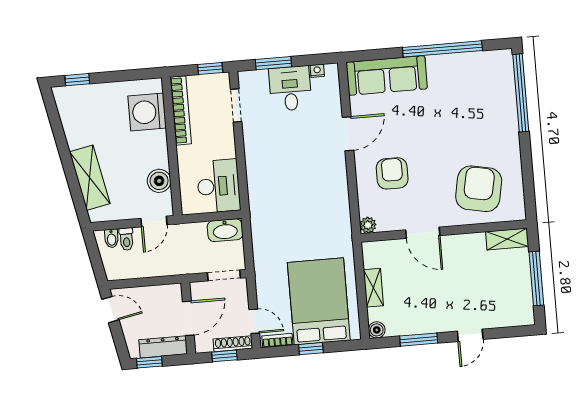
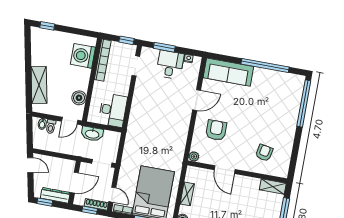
armchair: (479, 189) -> (264, 153), width x0.53, depth x0.53
washbasin: (225, 230) -> (92, 134), moved

